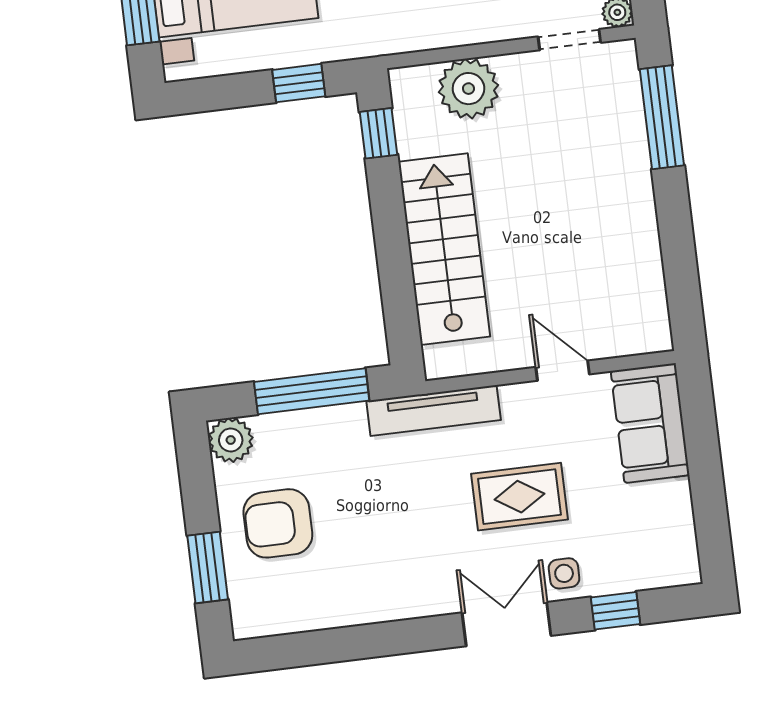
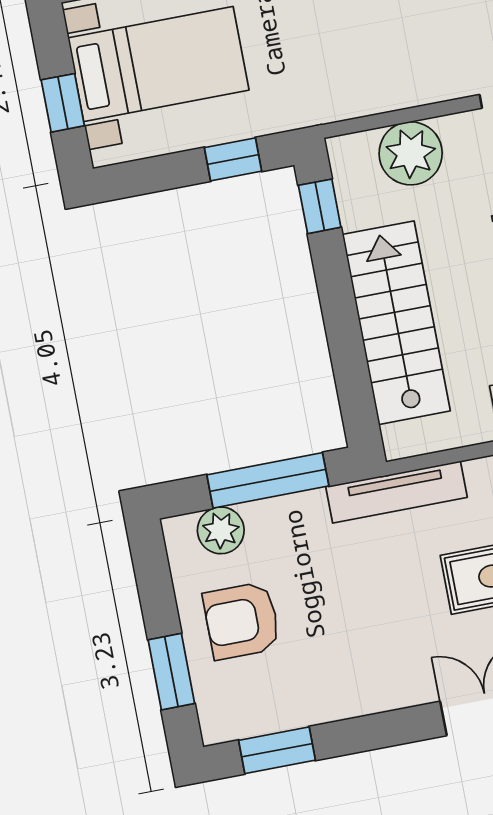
plant: (231, 440) -> (221, 530), moved
window: (303, 649) -> (277, 750), added

